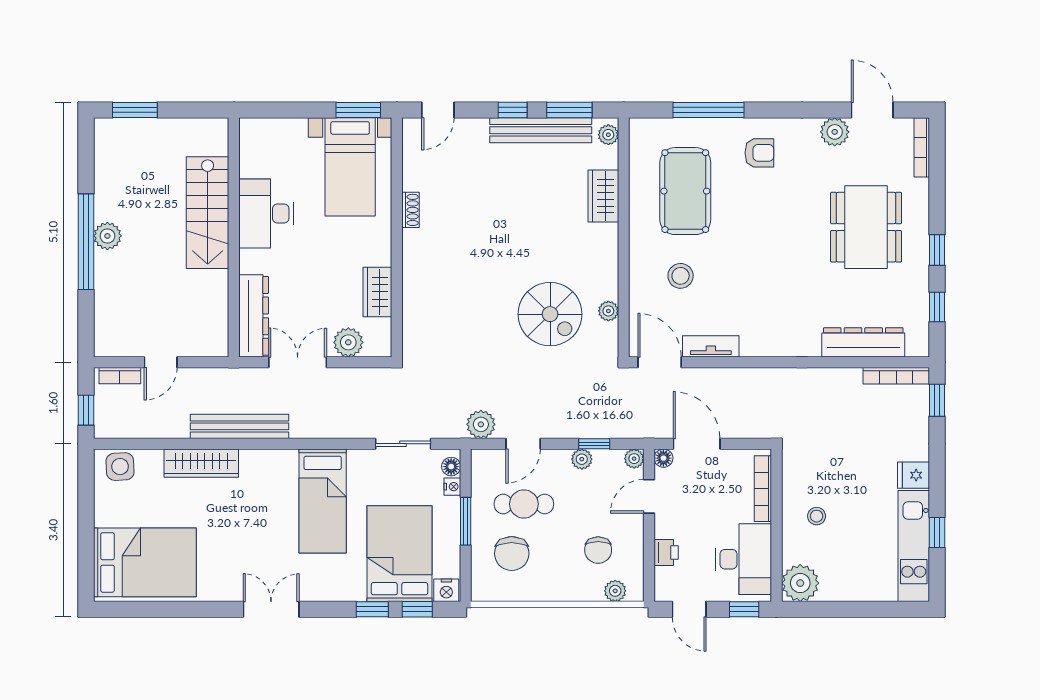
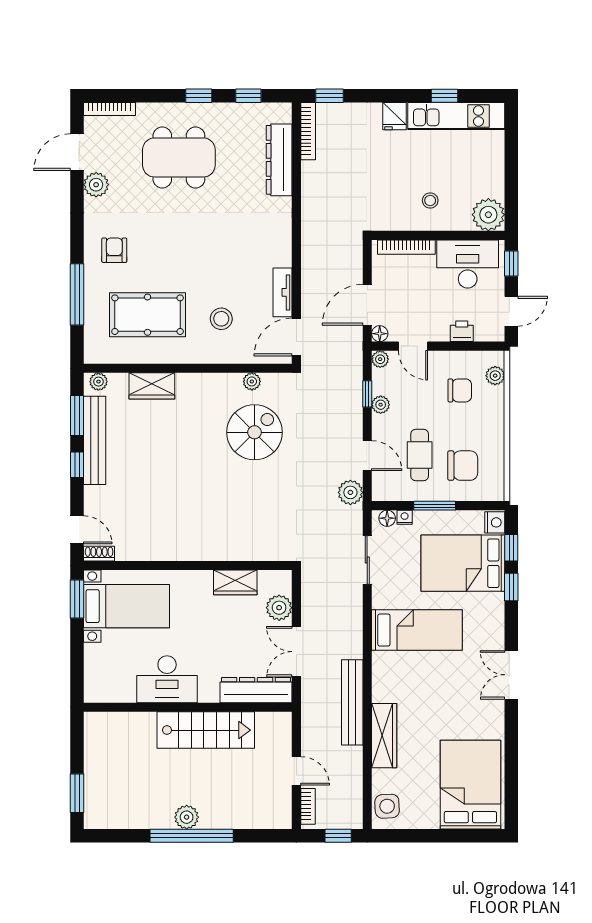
shoe rack: (411, 210) -> (99, 554), moved
stairs: (208, 213) -> (206, 730), moved

